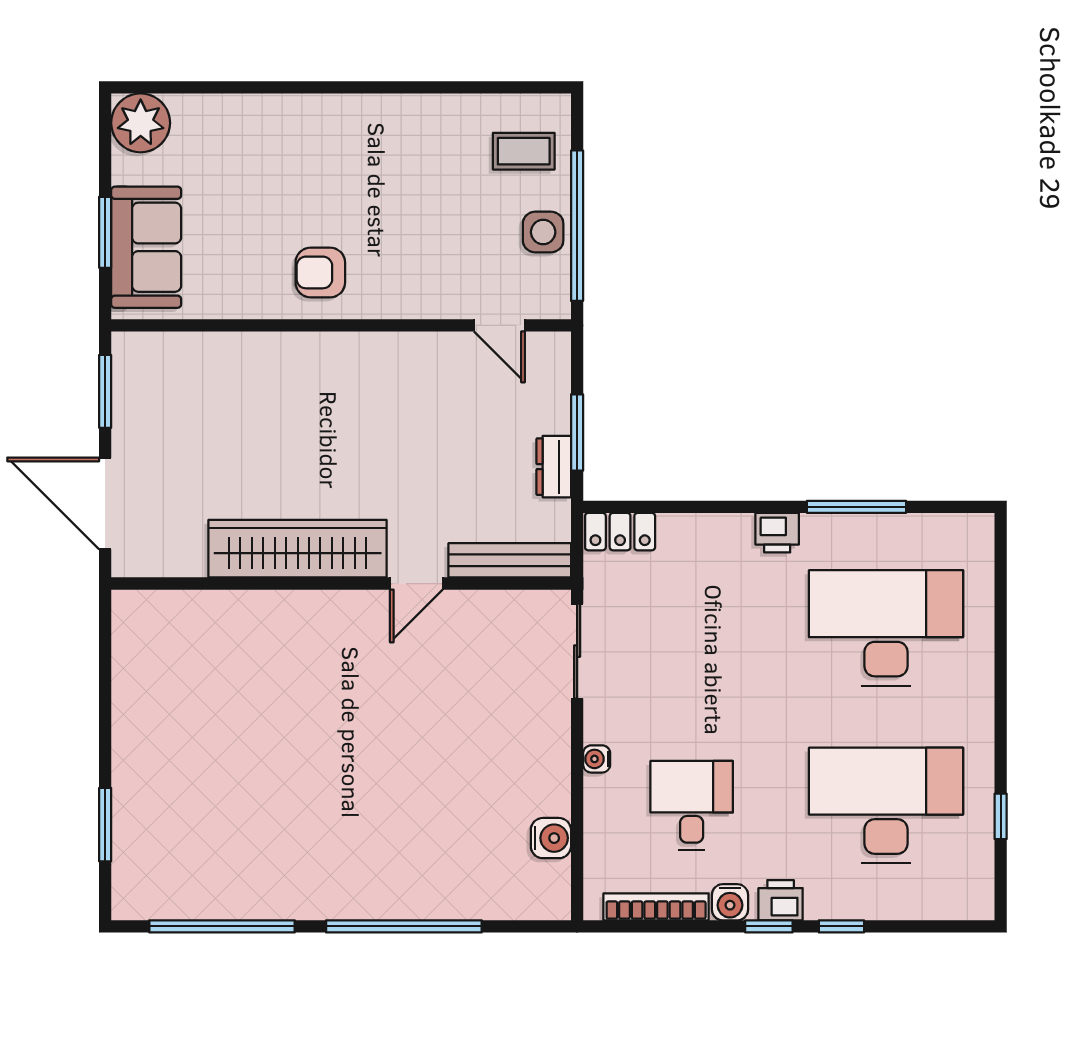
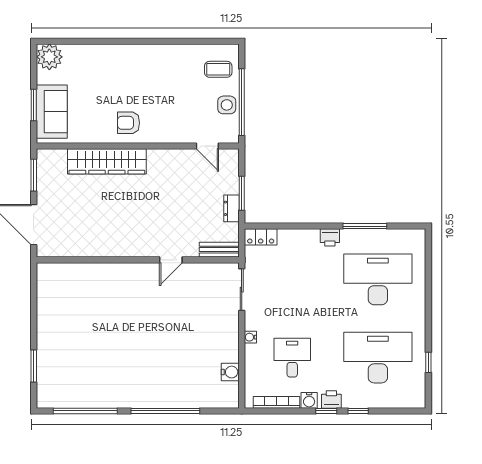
wardrobe: (298, 549) -> (107, 161), moved, turned 180
bench: (510, 560) -> (219, 250), width x0.73

